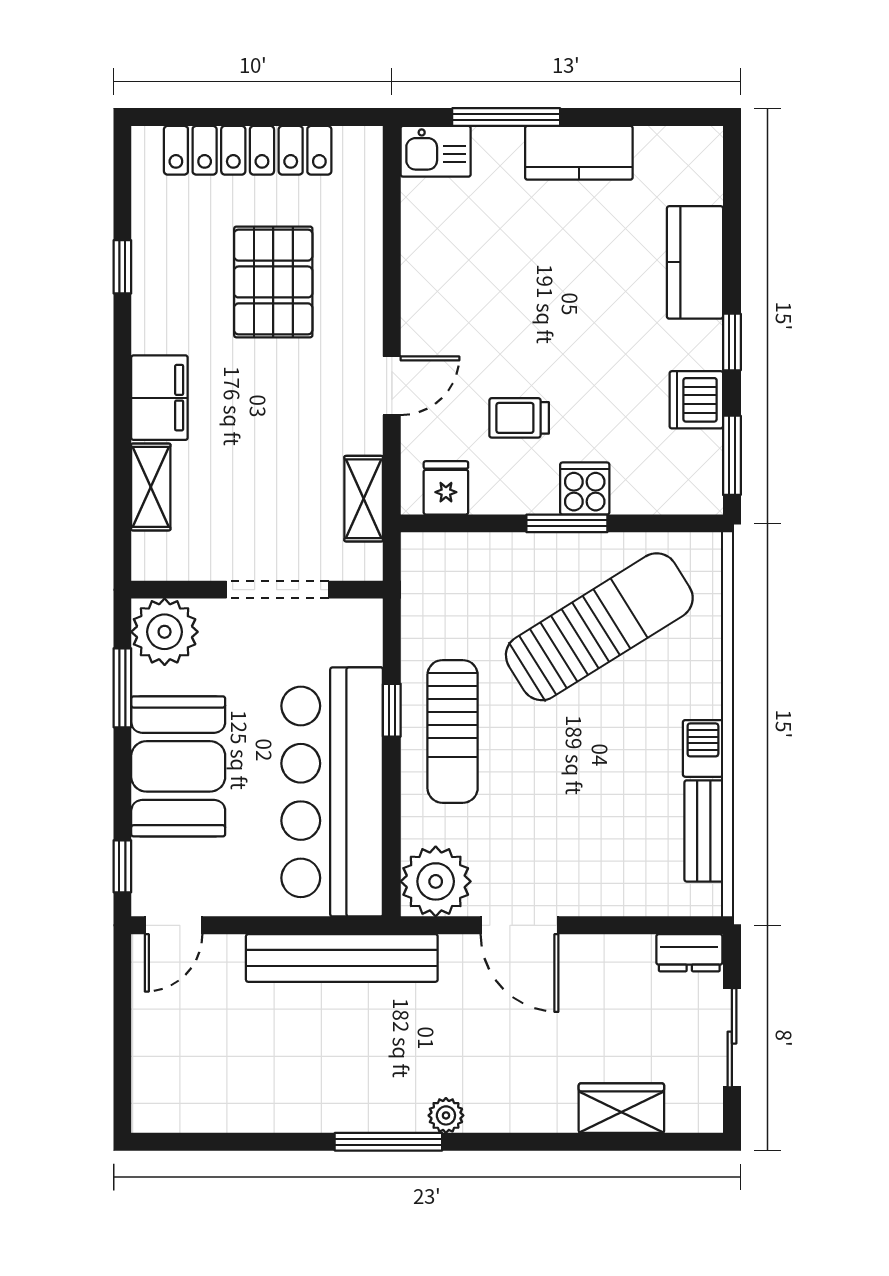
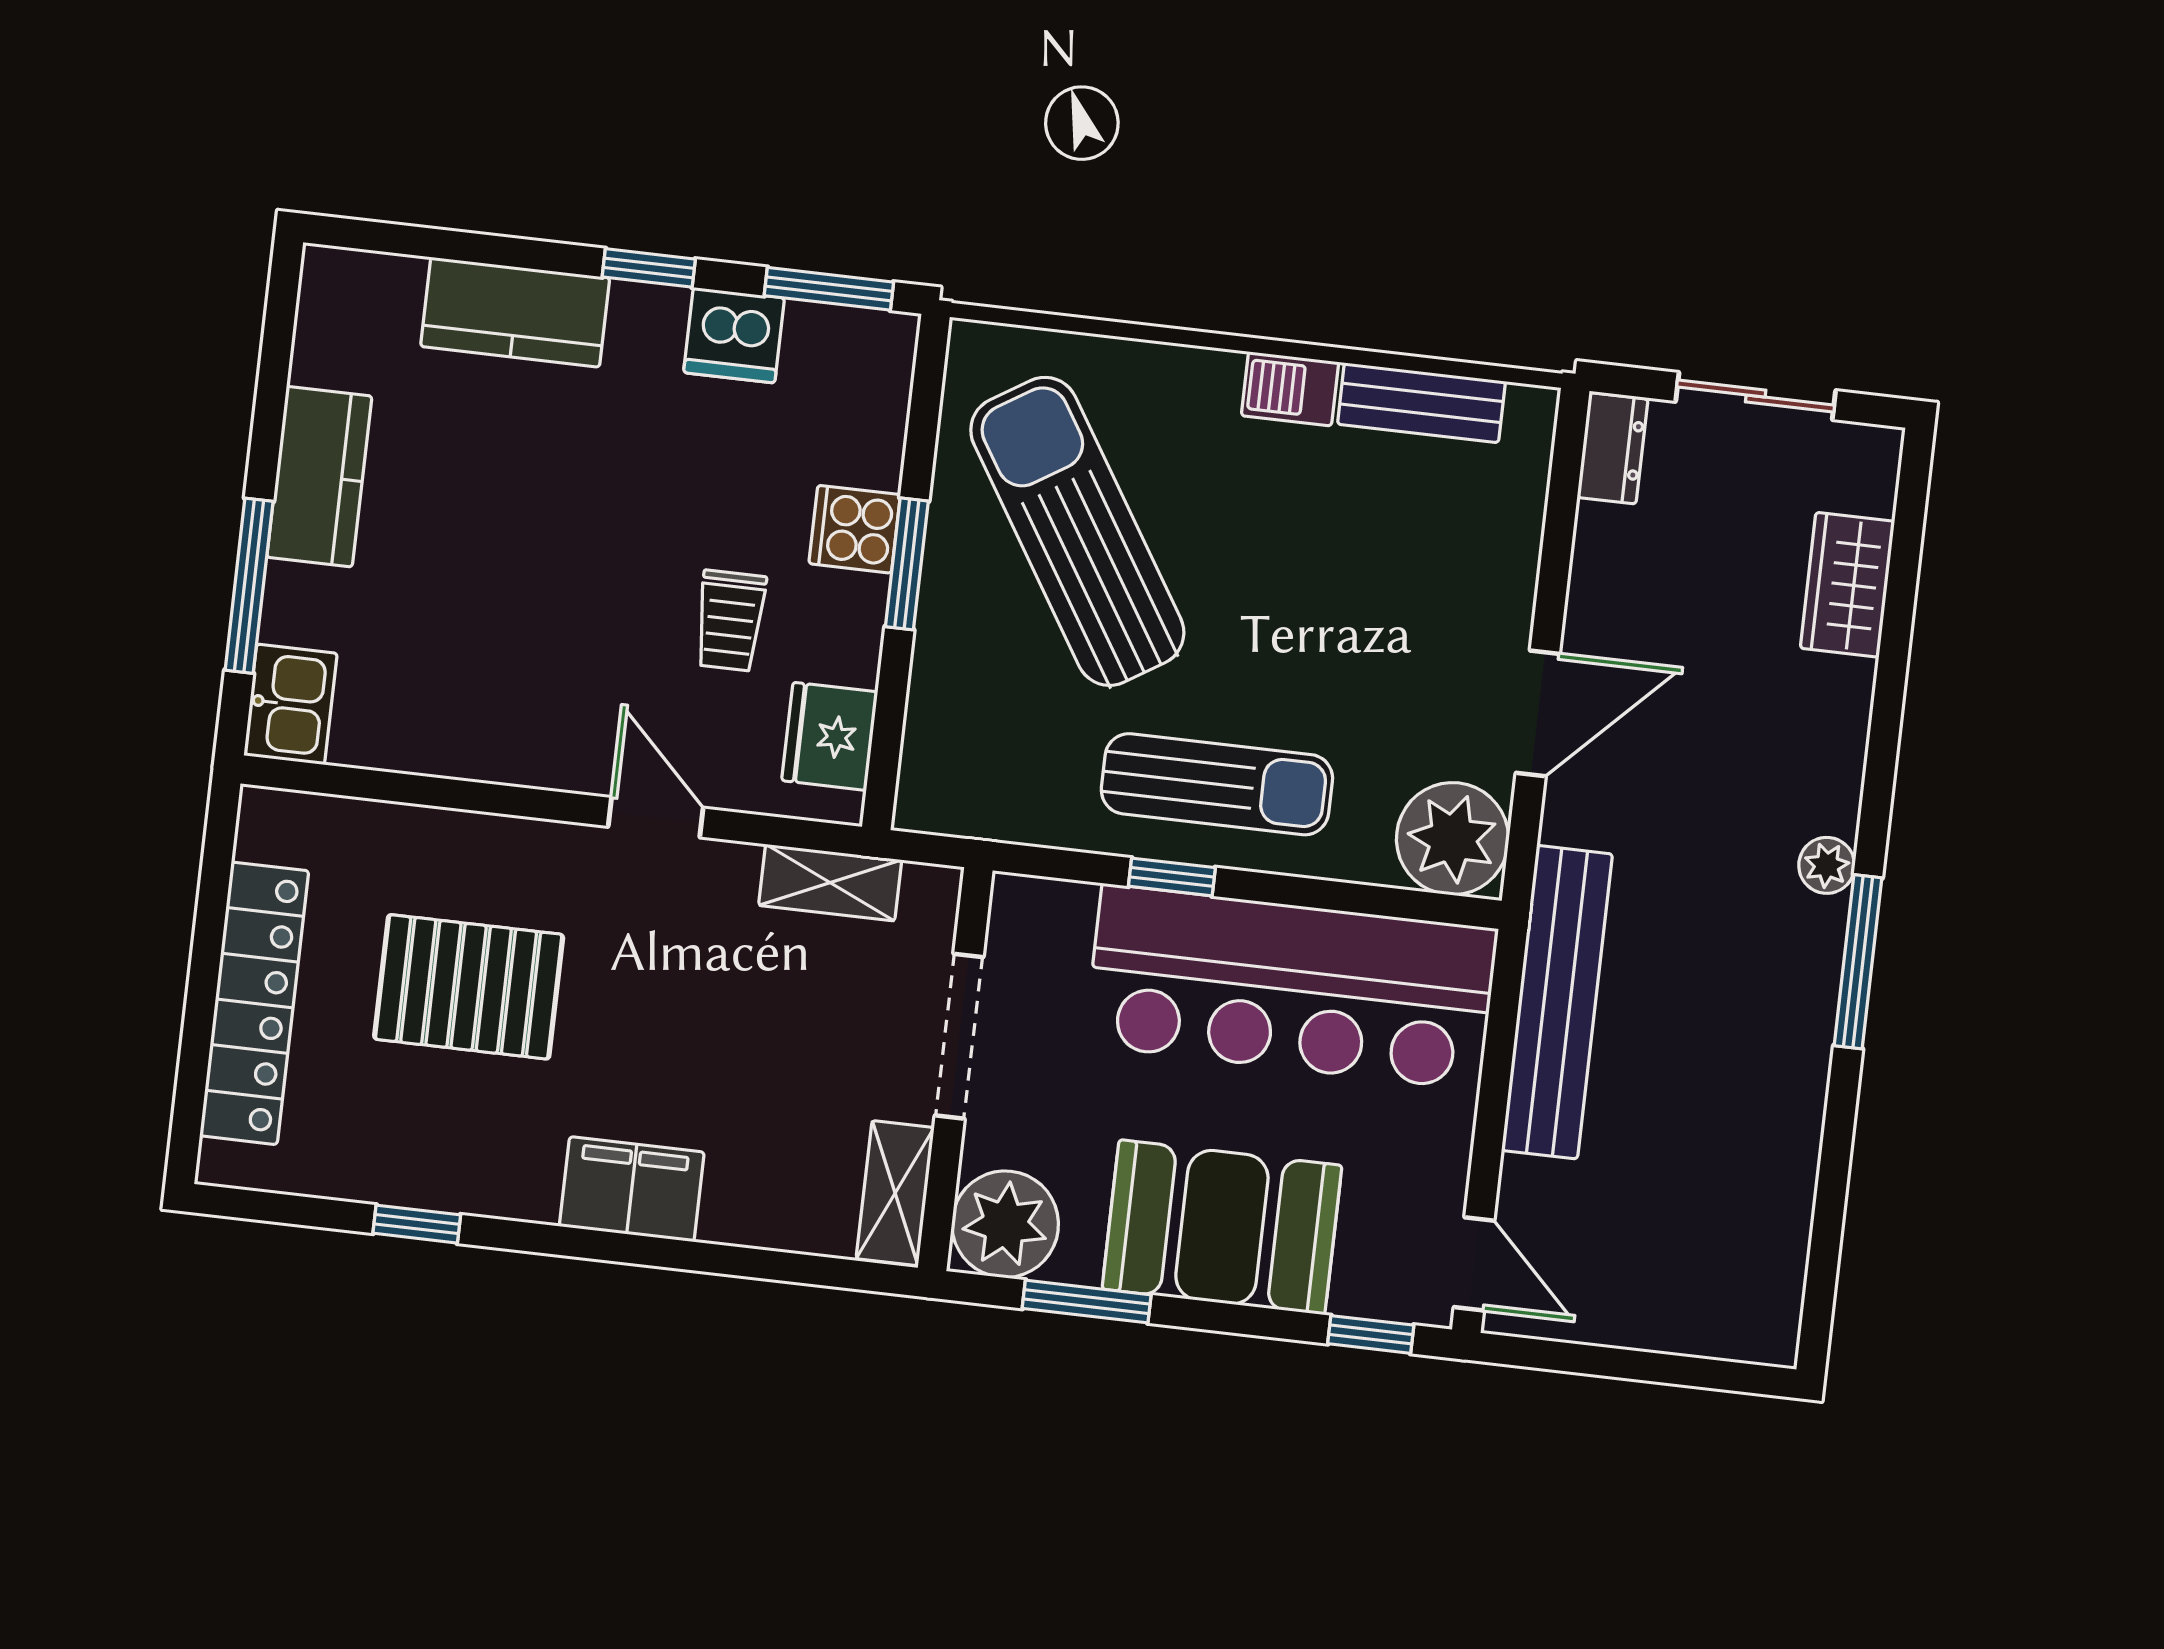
shelving: (151, 487) -> (895, 1193), moved, turned 90
fridge: (446, 488) -> (830, 736), width x1.38

